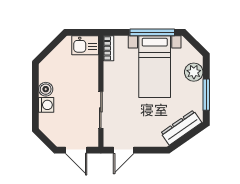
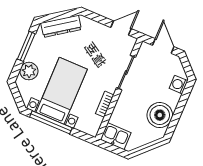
bookcase: (108, 48) -> (105, 104), moved
boiler: (46, 89) -> (160, 115), width x1.86, depth x1.86
washing machine: (46, 105) -> (179, 85), moved

